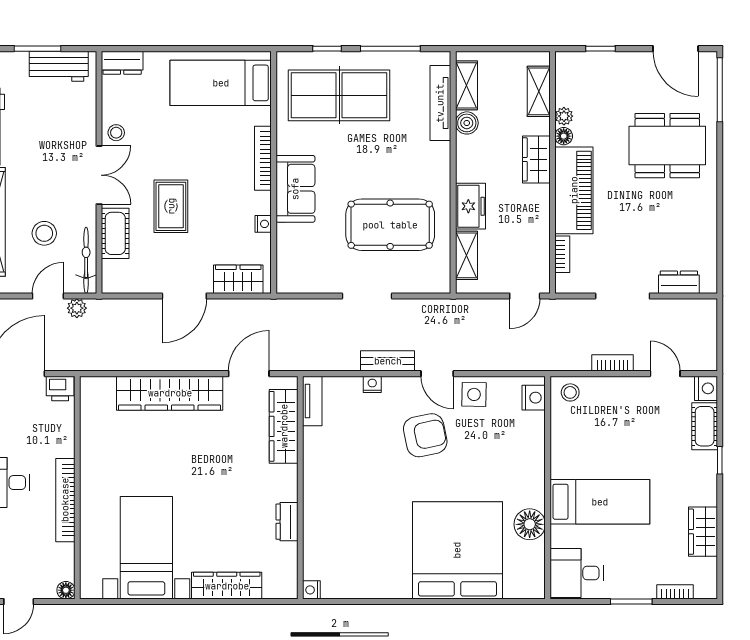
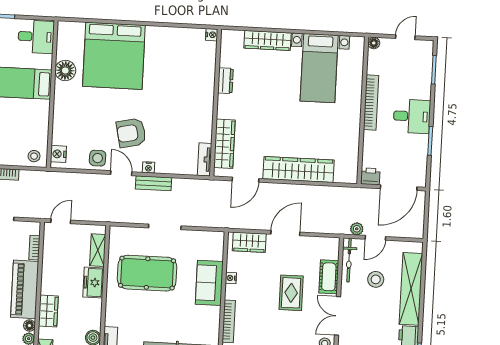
sofa: (295, 189) -> (209, 283), moved
nightstand: (372, 384) -> (148, 167), moved

